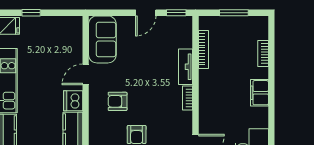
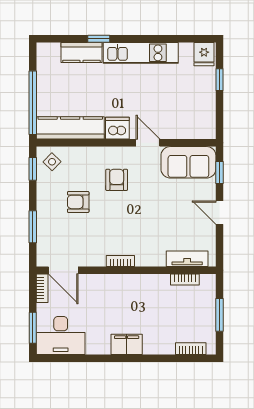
window: (176, 13) -> (219, 173), moved
bookcase: (204, 49) -> (185, 280), width x0.64
bookcase: (263, 53) -> (191, 349), moved
tv unit: (186, 67) -> (187, 259), moved

